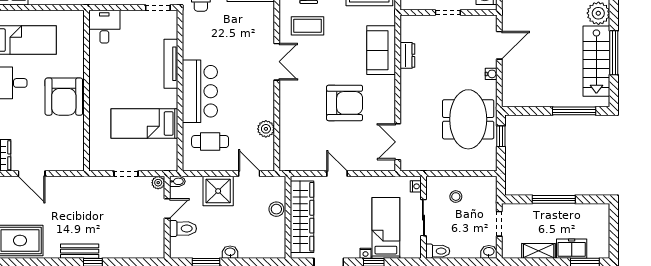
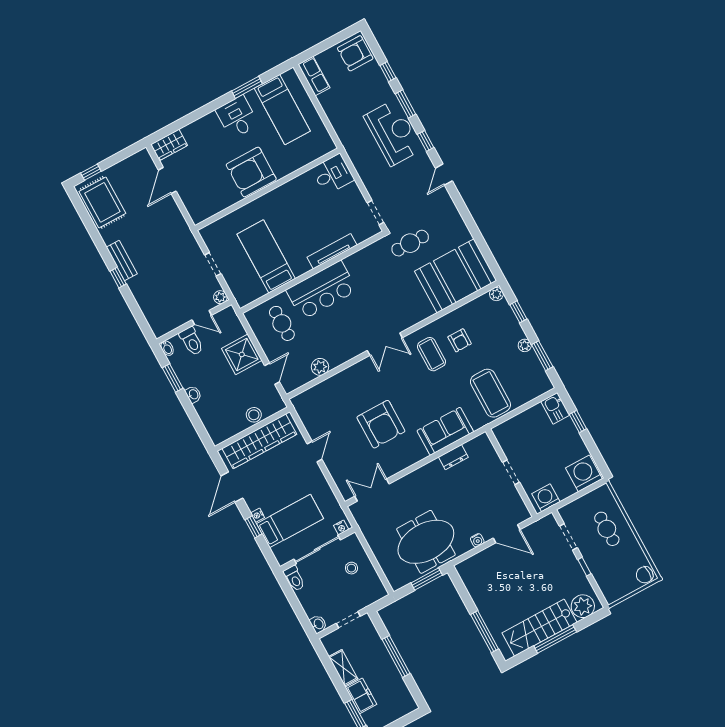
window: (501, 136) -> (427, 579), width x1.50
bidet: (177, 181) -> (167, 348), moved
sliding door: (423, 218) -> (317, 550), width x1.37

